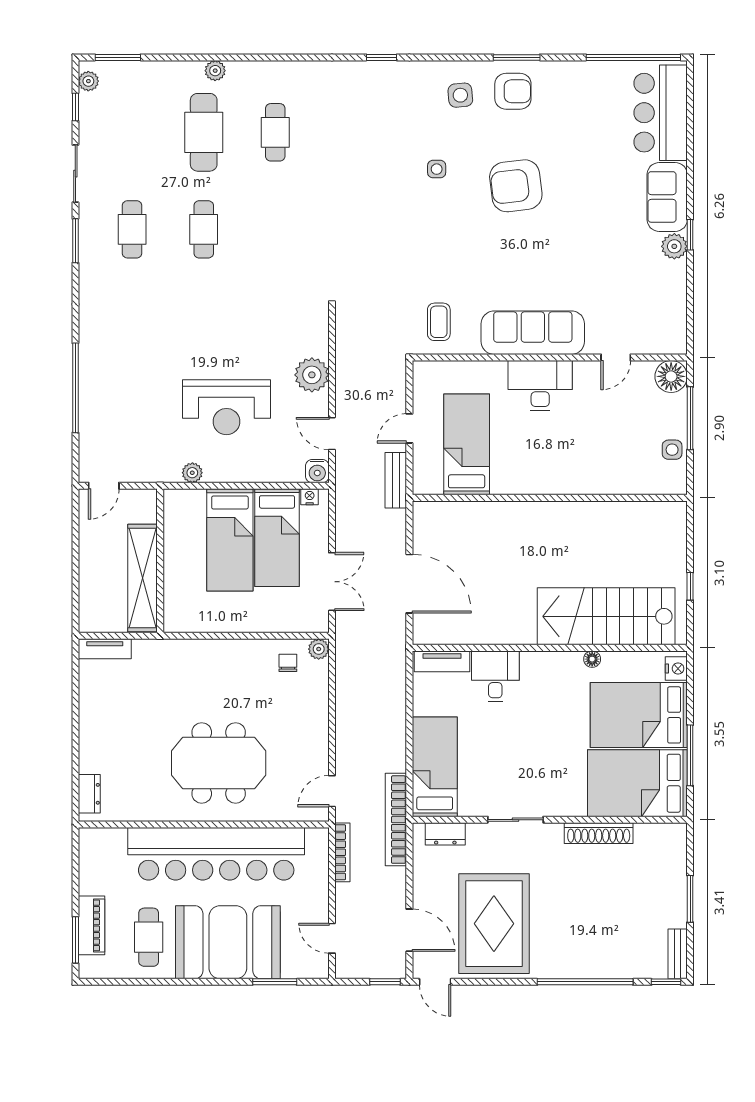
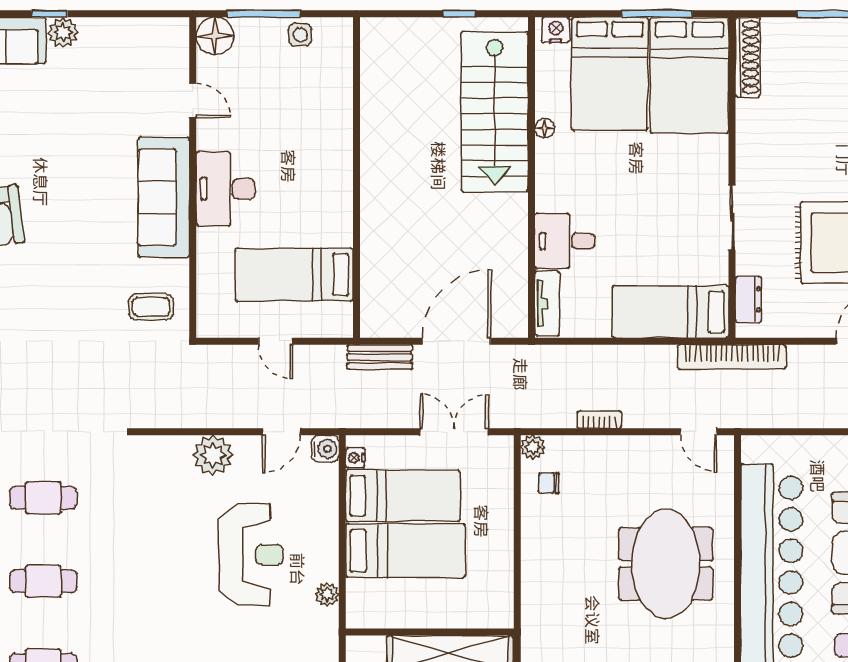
cafe table: (275, 229) -> (43, 498), added
bench: (396, 480) -> (380, 357), moved
shoe rack: (599, 833) -> (748, 57), moved
bookcase: (342, 852) -> (599, 419), moved, width x0.64

